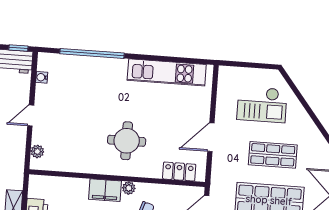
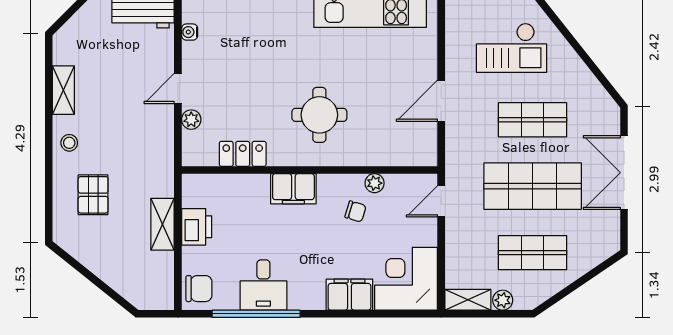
plant: (37, 151) -> (191, 120), moved
locker: (179, 172) -> (243, 154), moved
plant: (129, 188) -> (375, 183), moved

